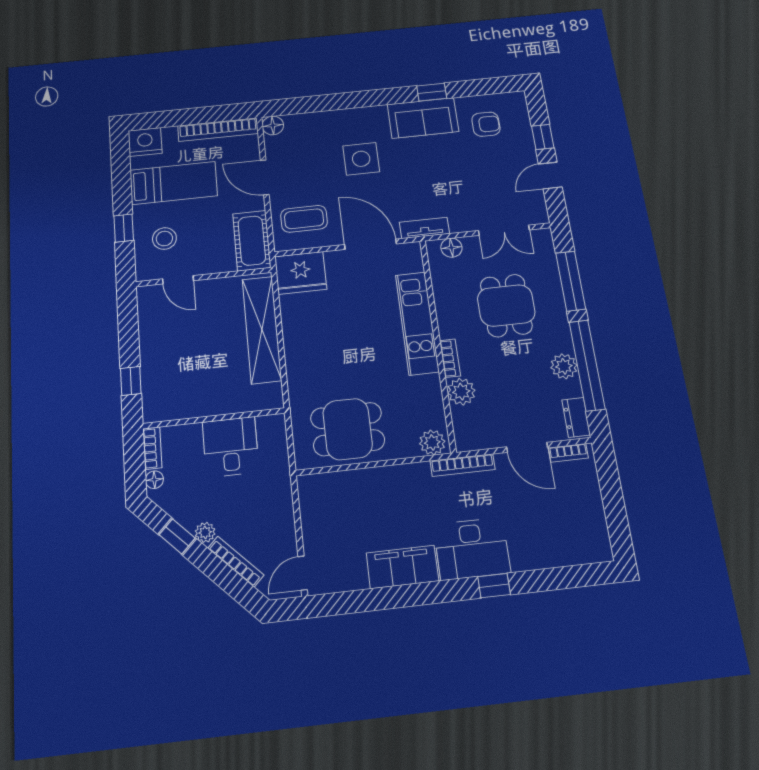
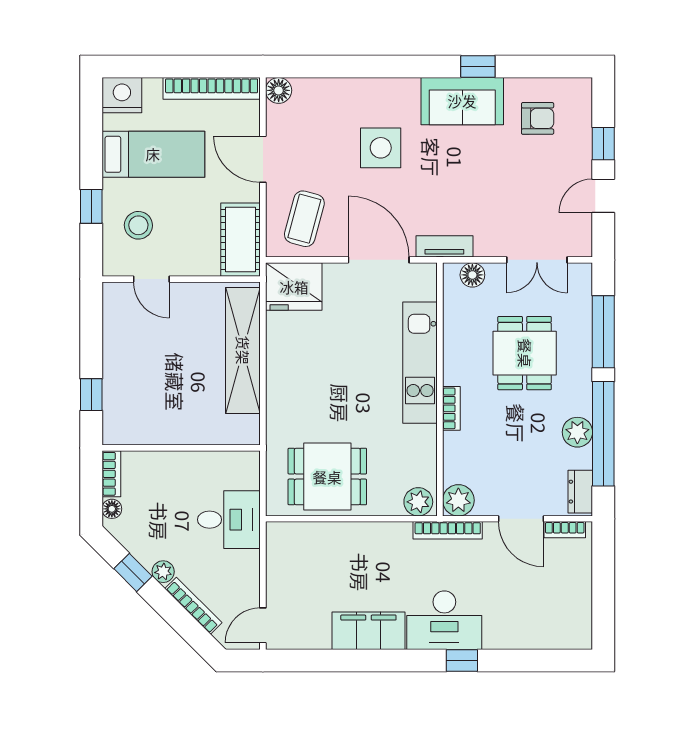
coffee table: (304, 219) -> (304, 219), turned -75
plant: (461, 392) -> (458, 500), moved
desk: (230, 447) -> (229, 520), moved, turned 90

